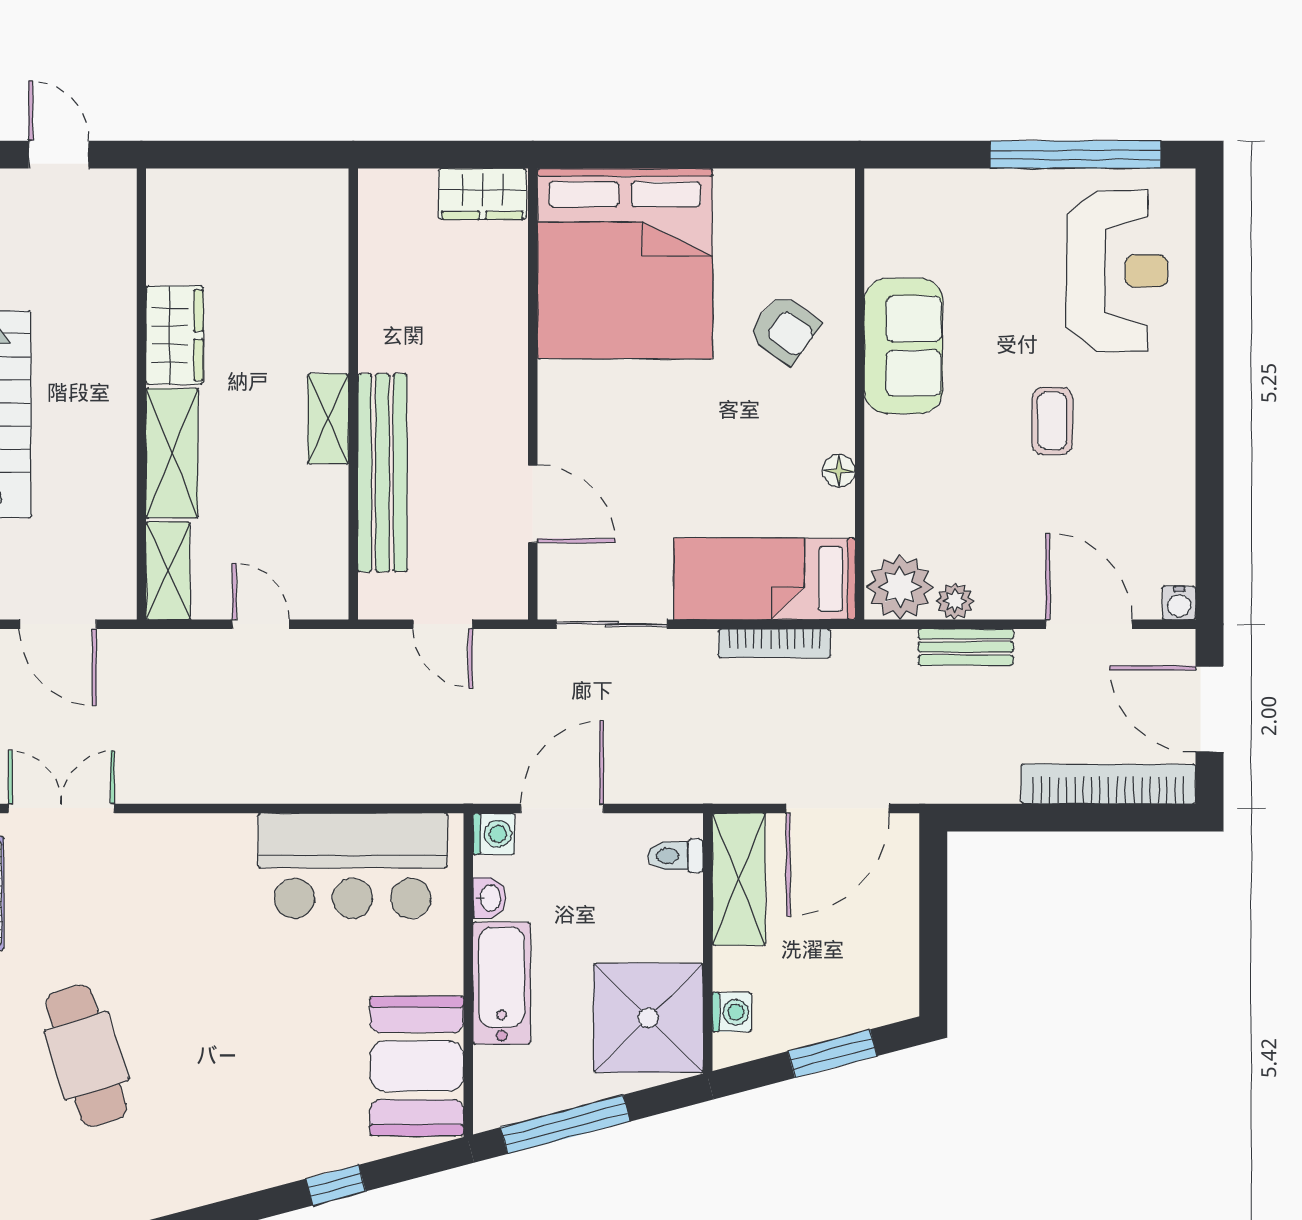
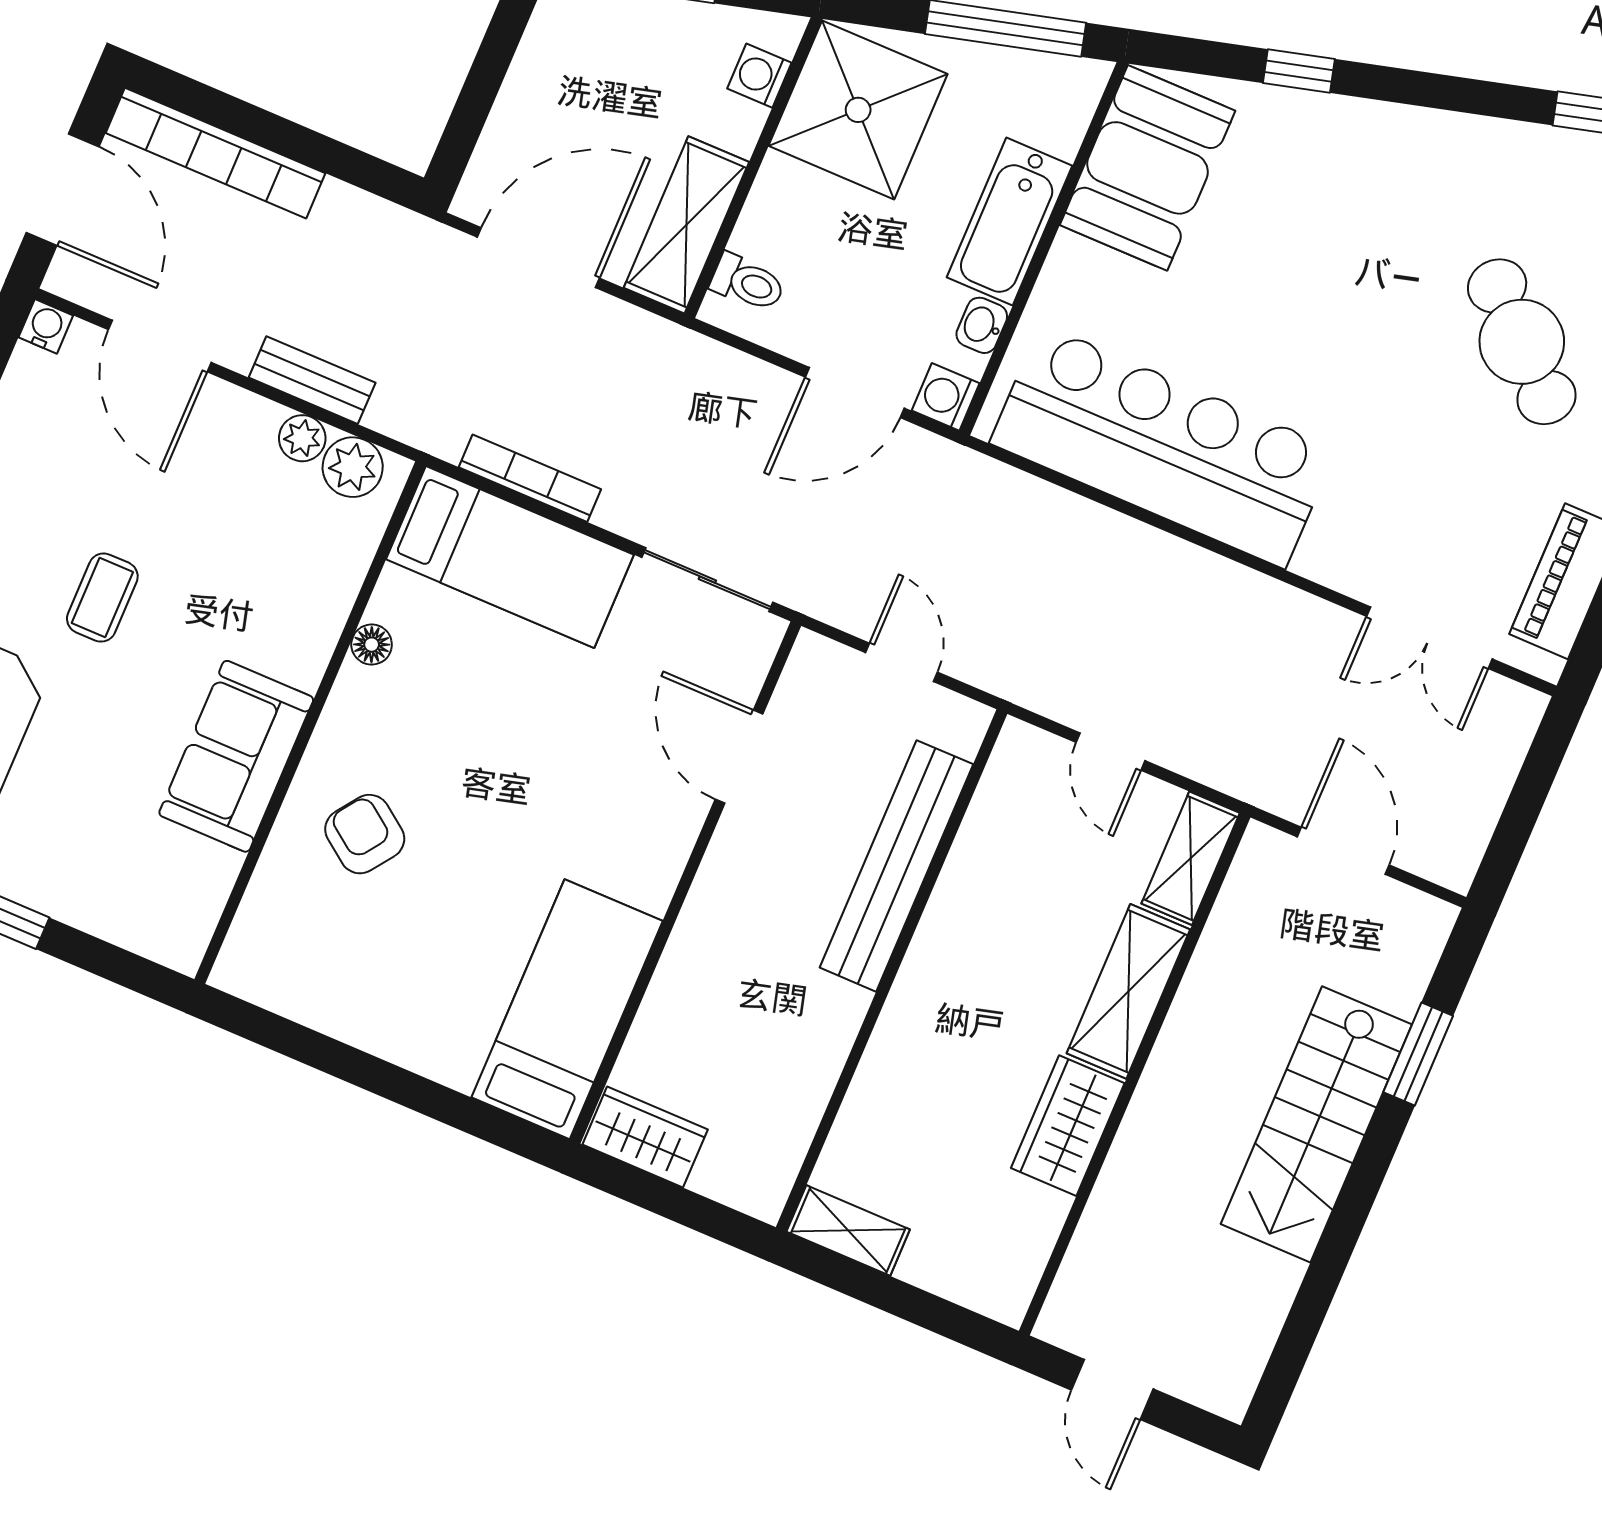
bed: (625, 264) -> (567, 1009), width x0.49
shelving: (328, 419) -> (848, 1231), moved, turned 90
plant: (900, 587) -> (353, 467), width x0.73, depth x0.73
bar counter: (353, 866) -> (1163, 446), width x1.36
cafe table: (86, 1056) -> (1522, 342), turned -30

